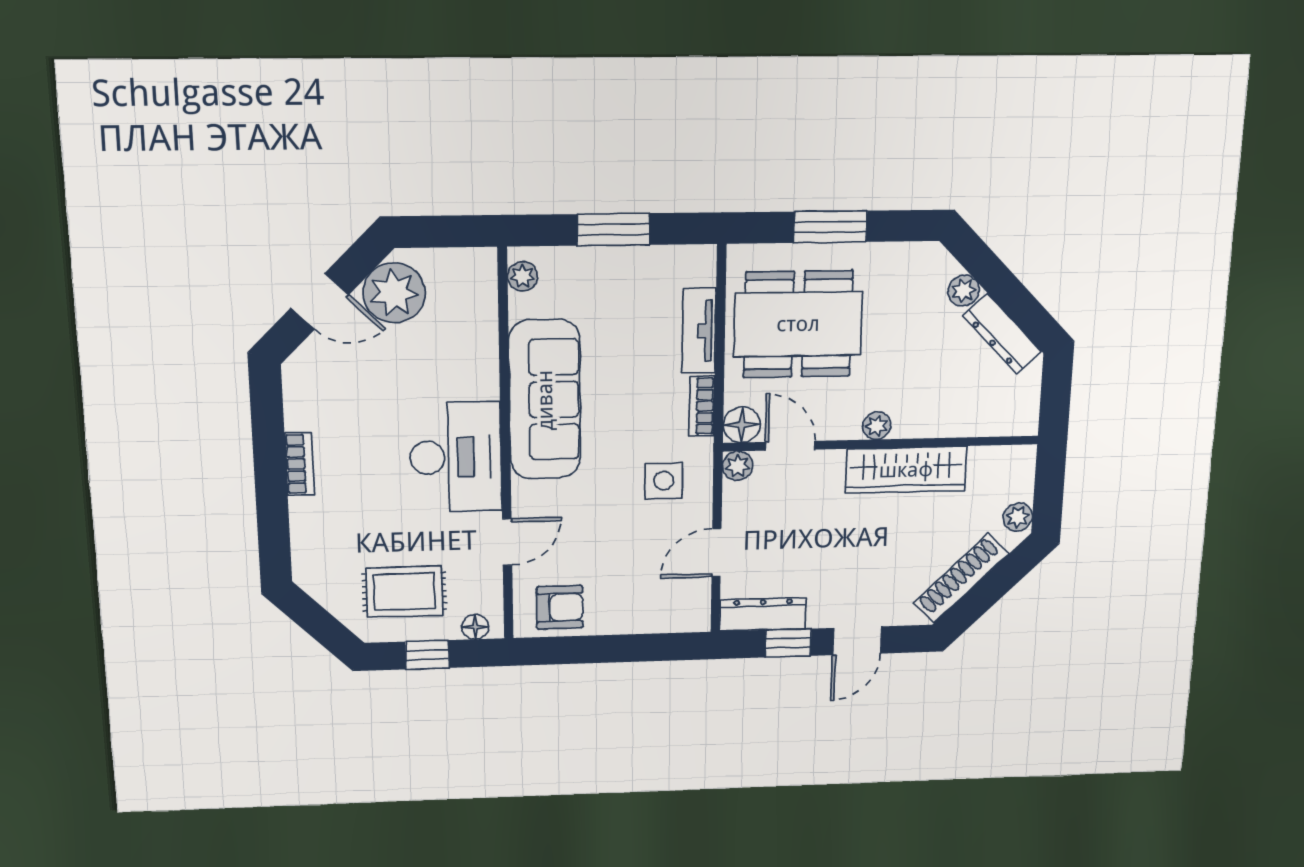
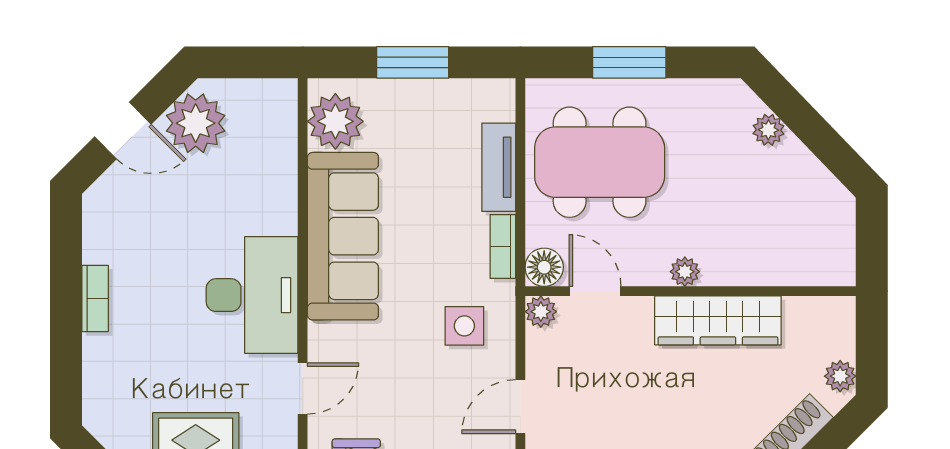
plant: (523, 276) -> (335, 121), width x1.88, depth x1.88
dresser: (1002, 334) -> (811, 176), removed

